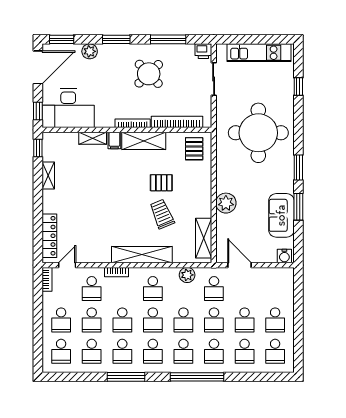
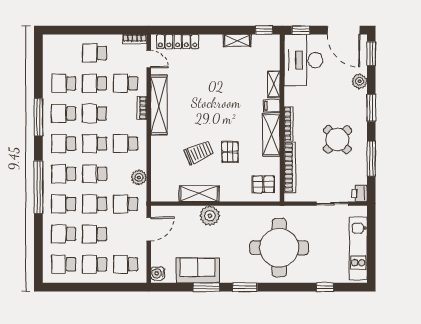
shelving: (204, 238) -> (199, 194), moved
shelving: (142, 255) -> (159, 105), moved
school desk: (61, 351) -> (126, 264), moved

